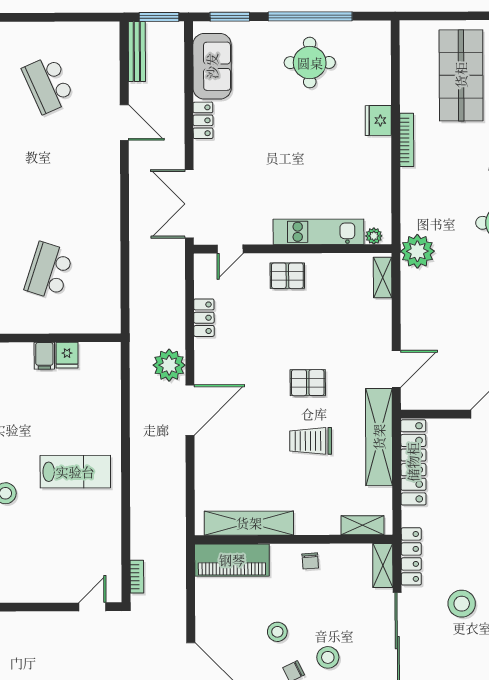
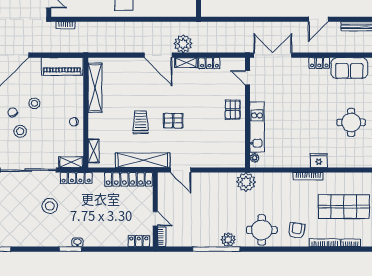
shelving: (383, 278) -> (186, 63), moved
pallet: (308, 383) -> (173, 121), turned 90
piano: (232, 560) -> (62, 67), moved, turned -90

